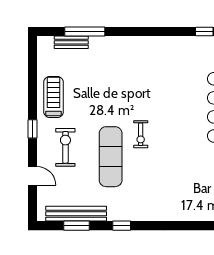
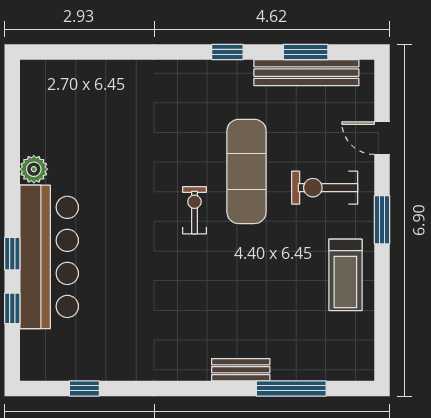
bench: (71, 42) -> (241, 370), moved
window: (32, 129) -> (382, 220), width x1.50
exercise bike: (65, 147) -> (325, 188), turned 90

